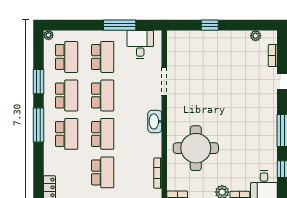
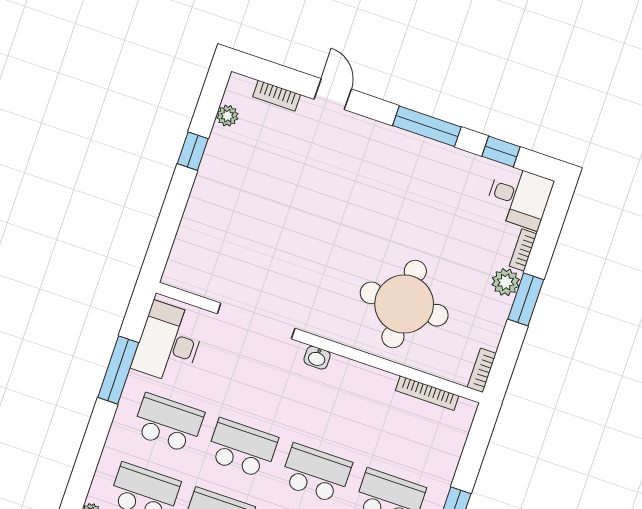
window: (210, 25) -> (193, 151), moved
desk: (140, 44) -> (169, 343), width x1.37
doorway: (164, 82) -> (256, 321), width x1.36
washbasin: (155, 121) -> (317, 358), width x0.52, depth x0.69

